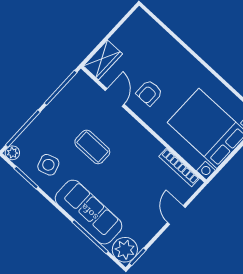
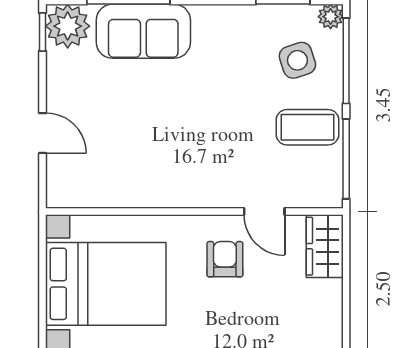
coffee table: (92, 147) -> (307, 127), moved
side table: (48, 165) -> (297, 60), moved
bookcase: (179, 167) -> (96, 198), removed
sofa: (89, 212) -> (143, 31), width x0.73

